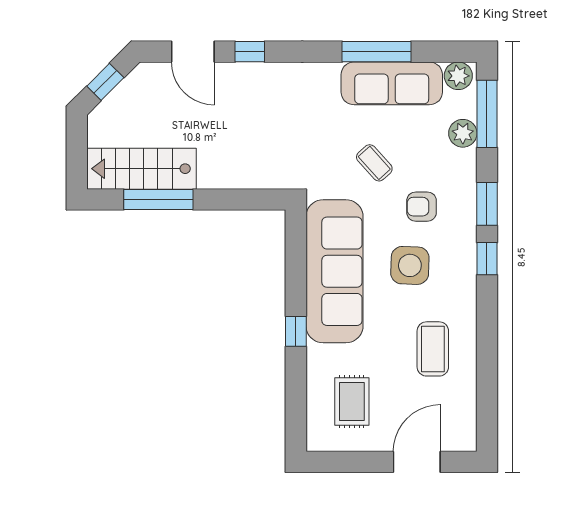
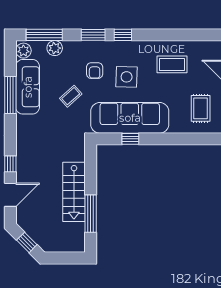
stairs: (141, 169) -> (74, 192), moved
window: (296, 331) -> (130, 139), moved
rug: (352, 401) -> (201, 108), turned 90

